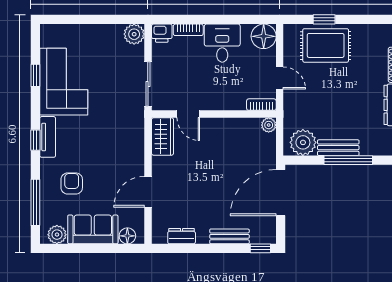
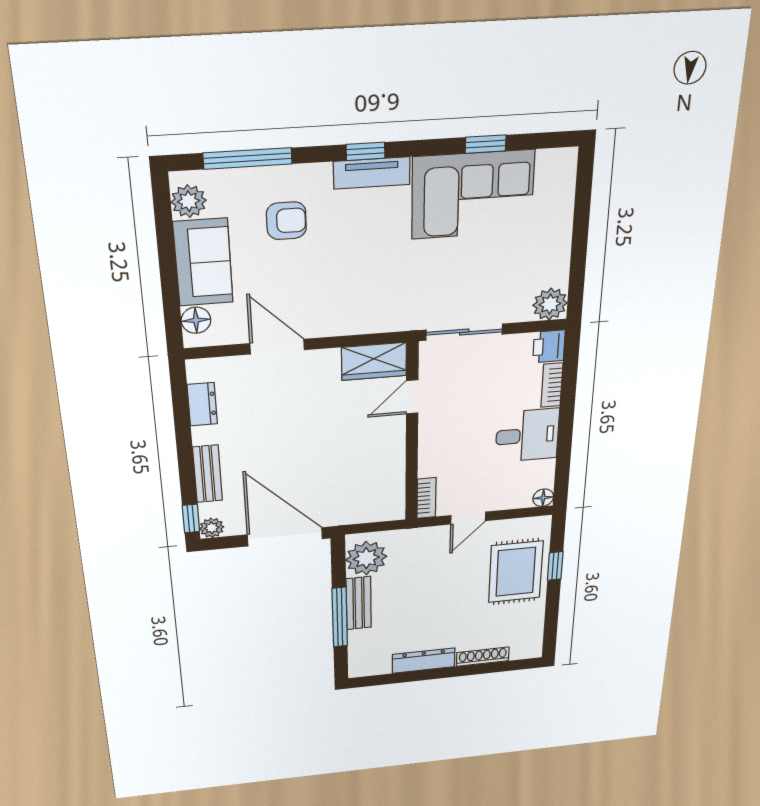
floor lamp: (264, 36) -> (543, 498), width x0.53, depth x0.53
plant: (269, 125) -> (212, 528), moved

